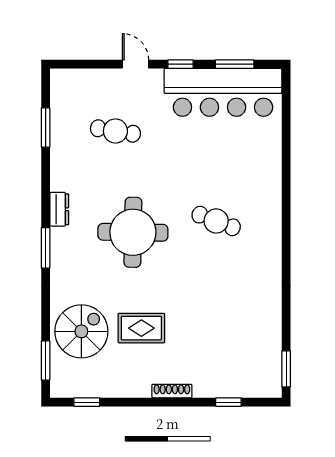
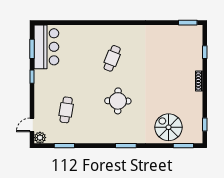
door: (135, 64) -> (32, 125), moved
plant: (61, 80) -> (40, 138), added
bar counter: (223, 92) -> (46, 47), width x0.73
dresser: (59, 209) -> (106, 139), removed
round table: (133, 232) -> (118, 101), width x0.73, depth x0.73
rug: (141, 328) -> (167, 97), removed

